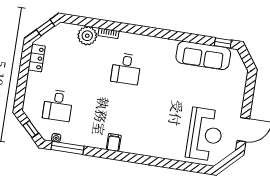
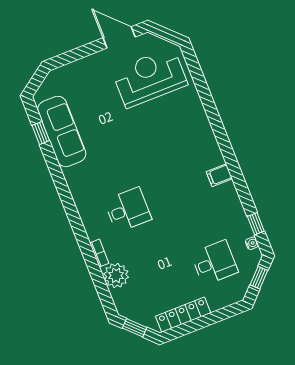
window: (223, 43) -> (41, 133), moved
locker: (37, 58) -> (183, 315), width x1.53
window: (68, 148) -> (256, 224), width x0.46

